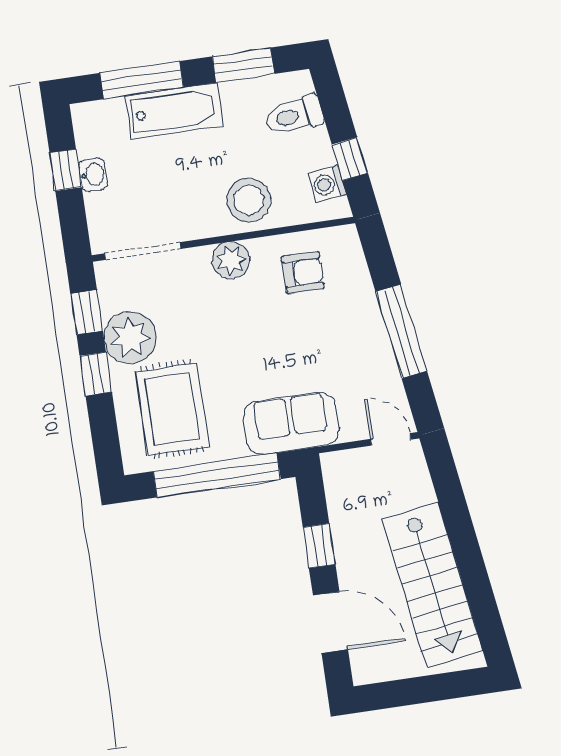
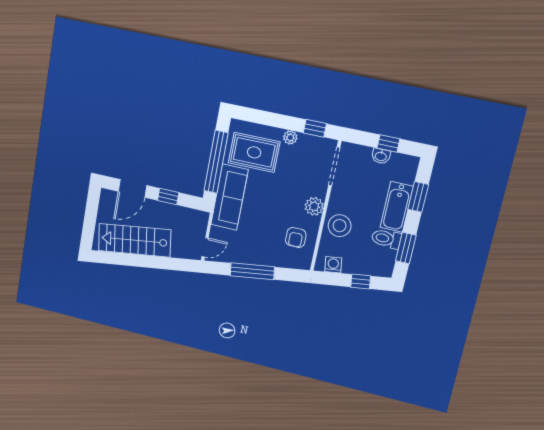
window: (142, 80) -> (418, 197), width x0.69
toilet: (295, 115) -> (386, 239), moved, turned -82
window: (350, 159) -> (361, 282), moved
plant: (130, 338) -> (290, 137), width x0.53, depth x0.53
window: (96, 374) -> (284, 122), removed
sofa: (291, 423) -> (229, 197), width x1.36

